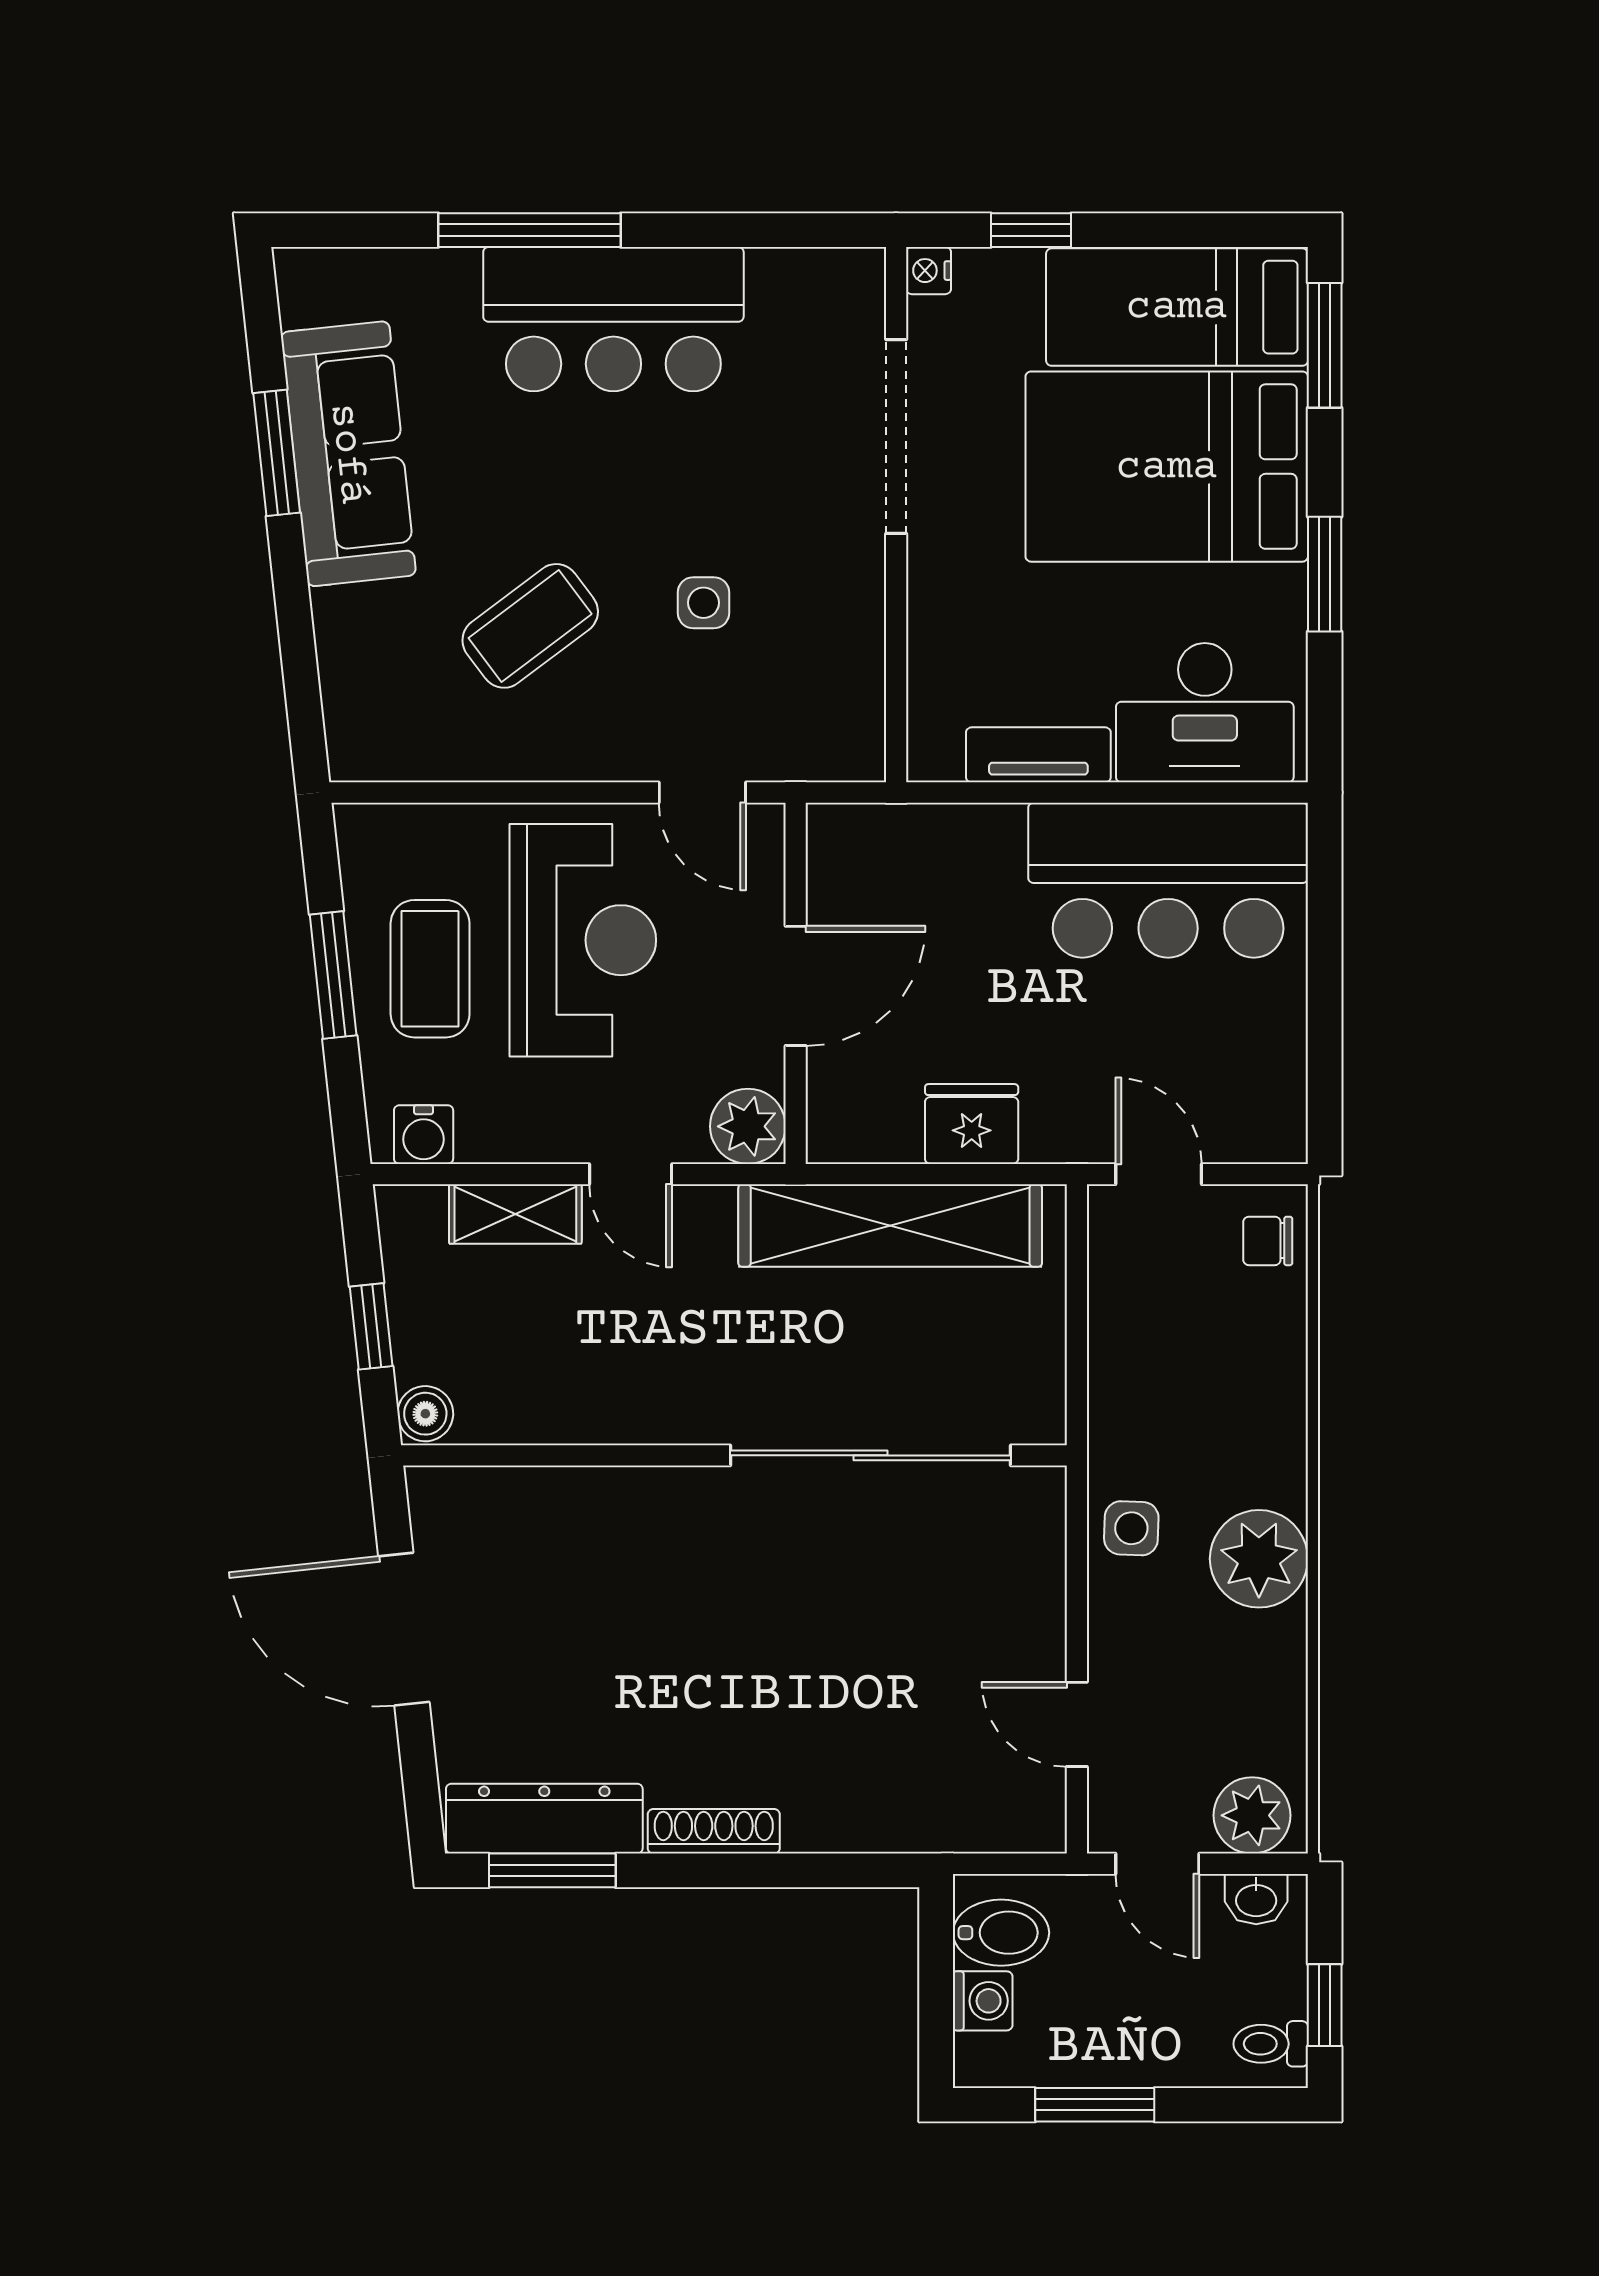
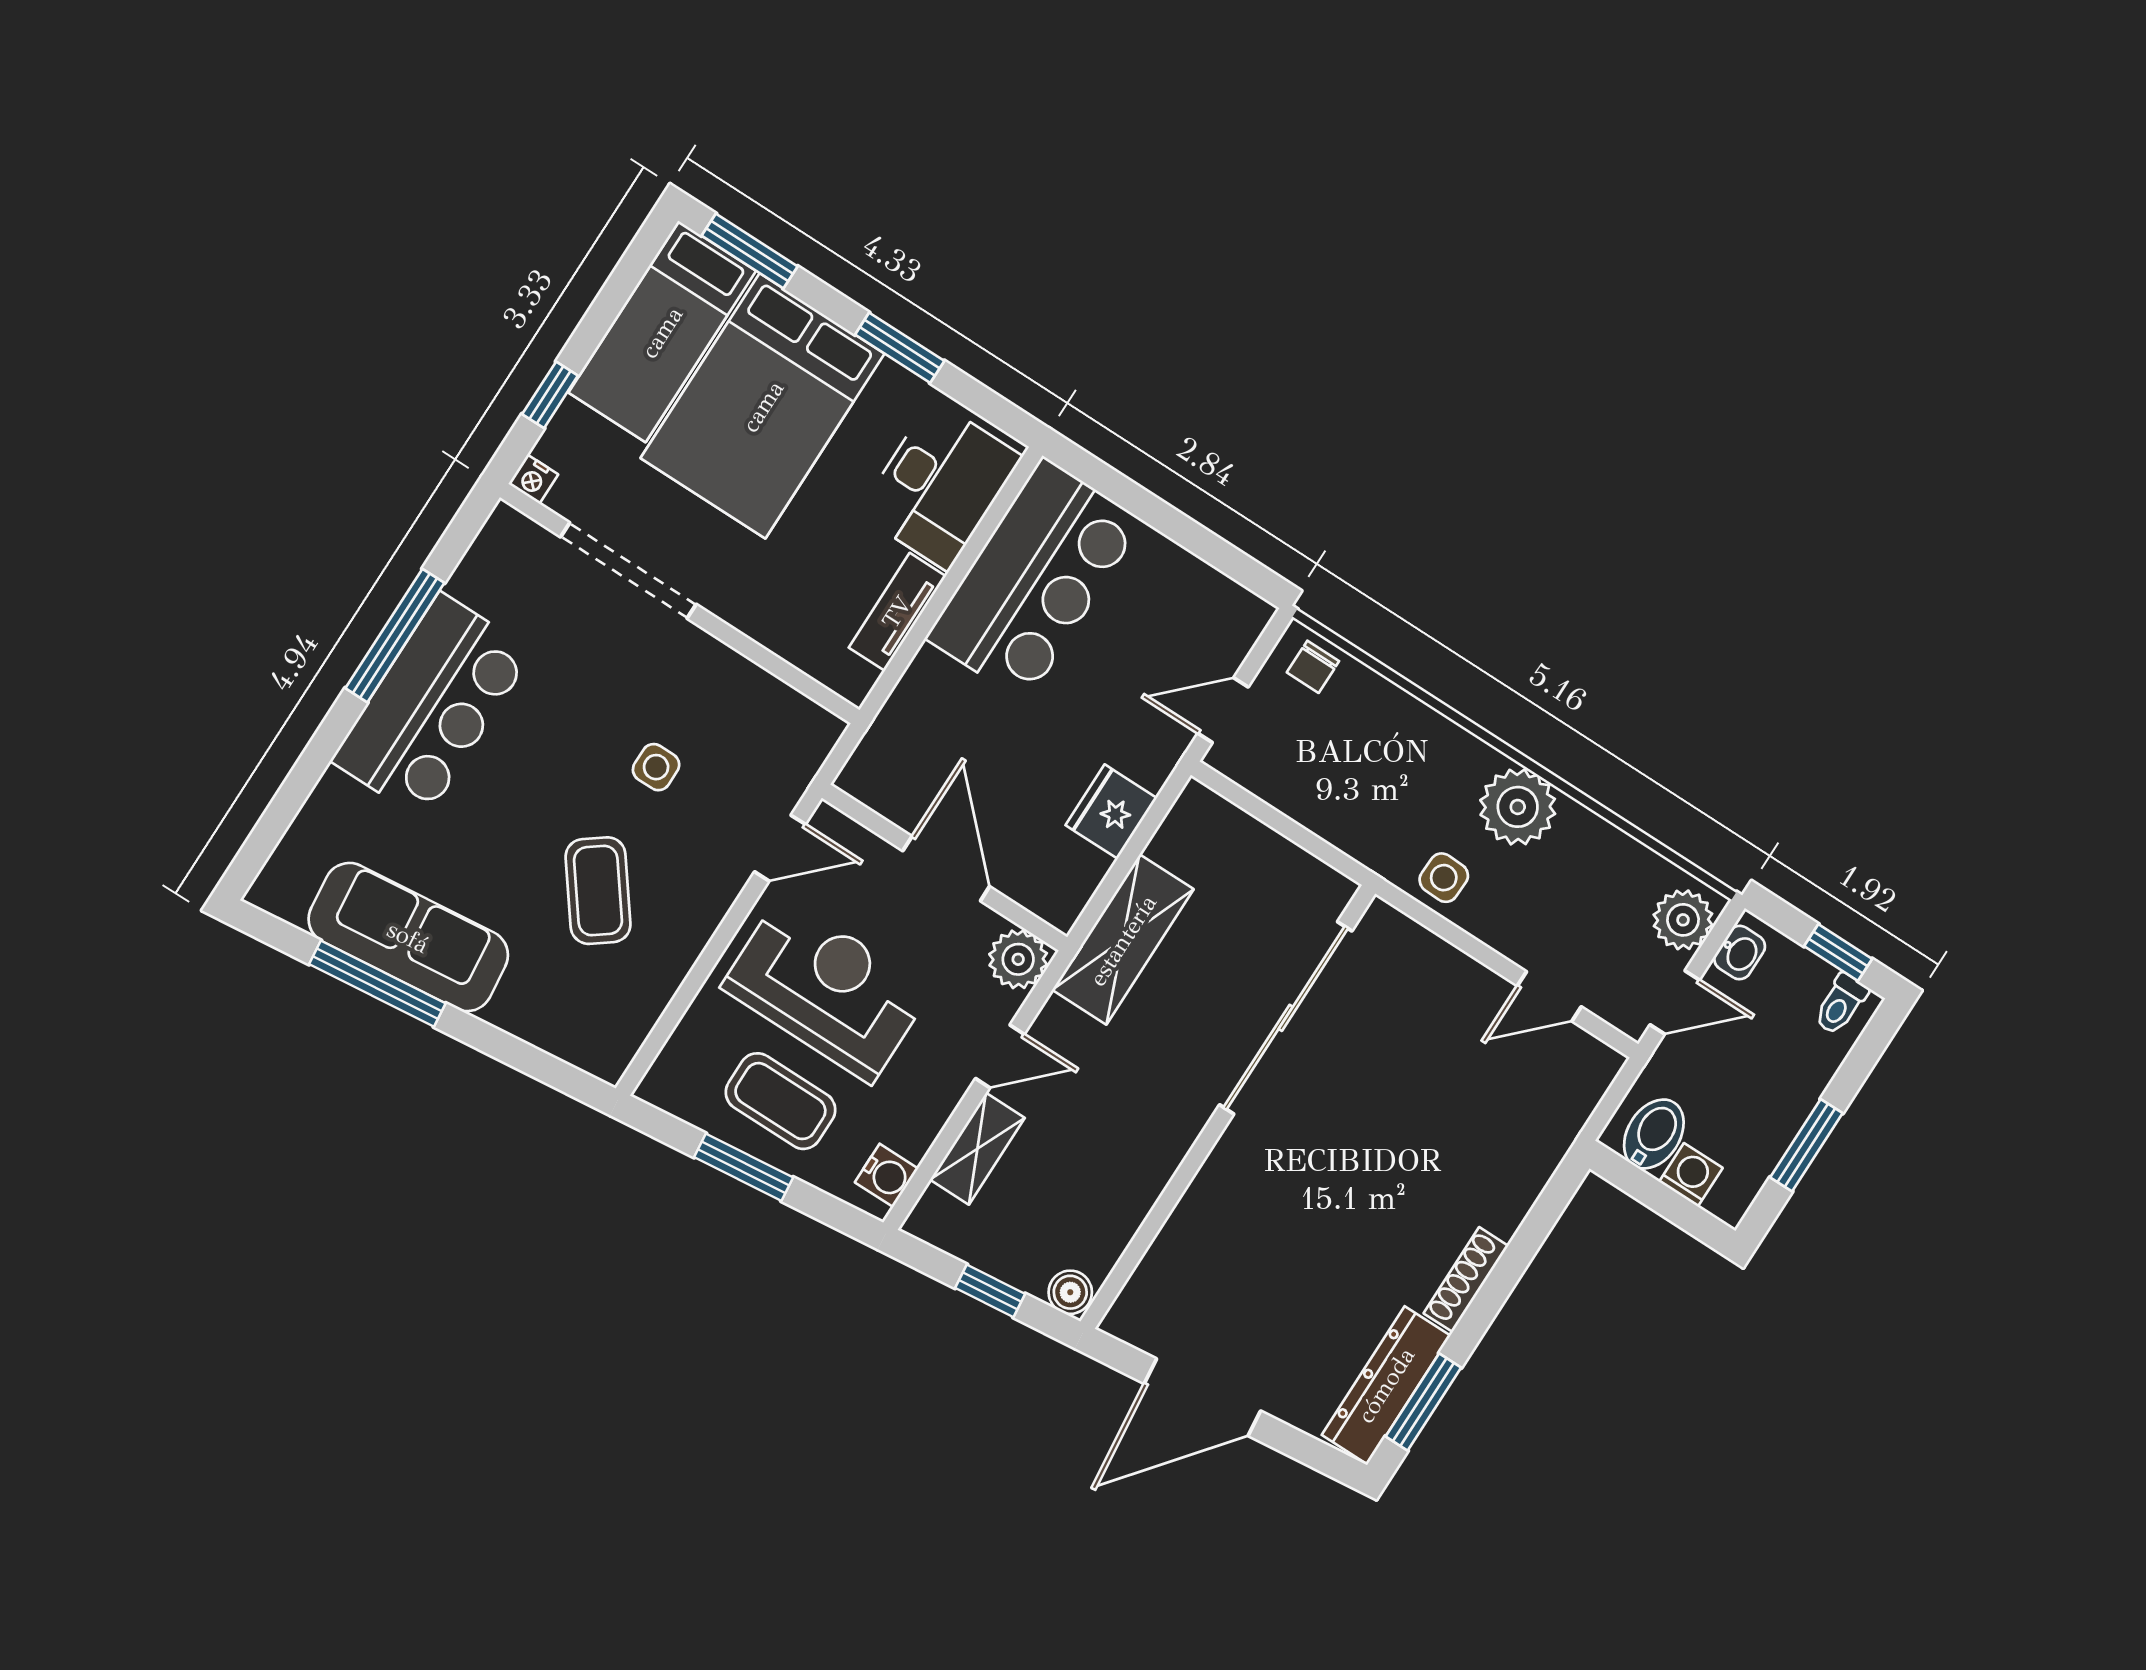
window: (529, 230) -> (395, 636), moved
window: (277, 453) -> (377, 984), width x1.44
shelving: (890, 1226) -> (1123, 940), width x0.68

